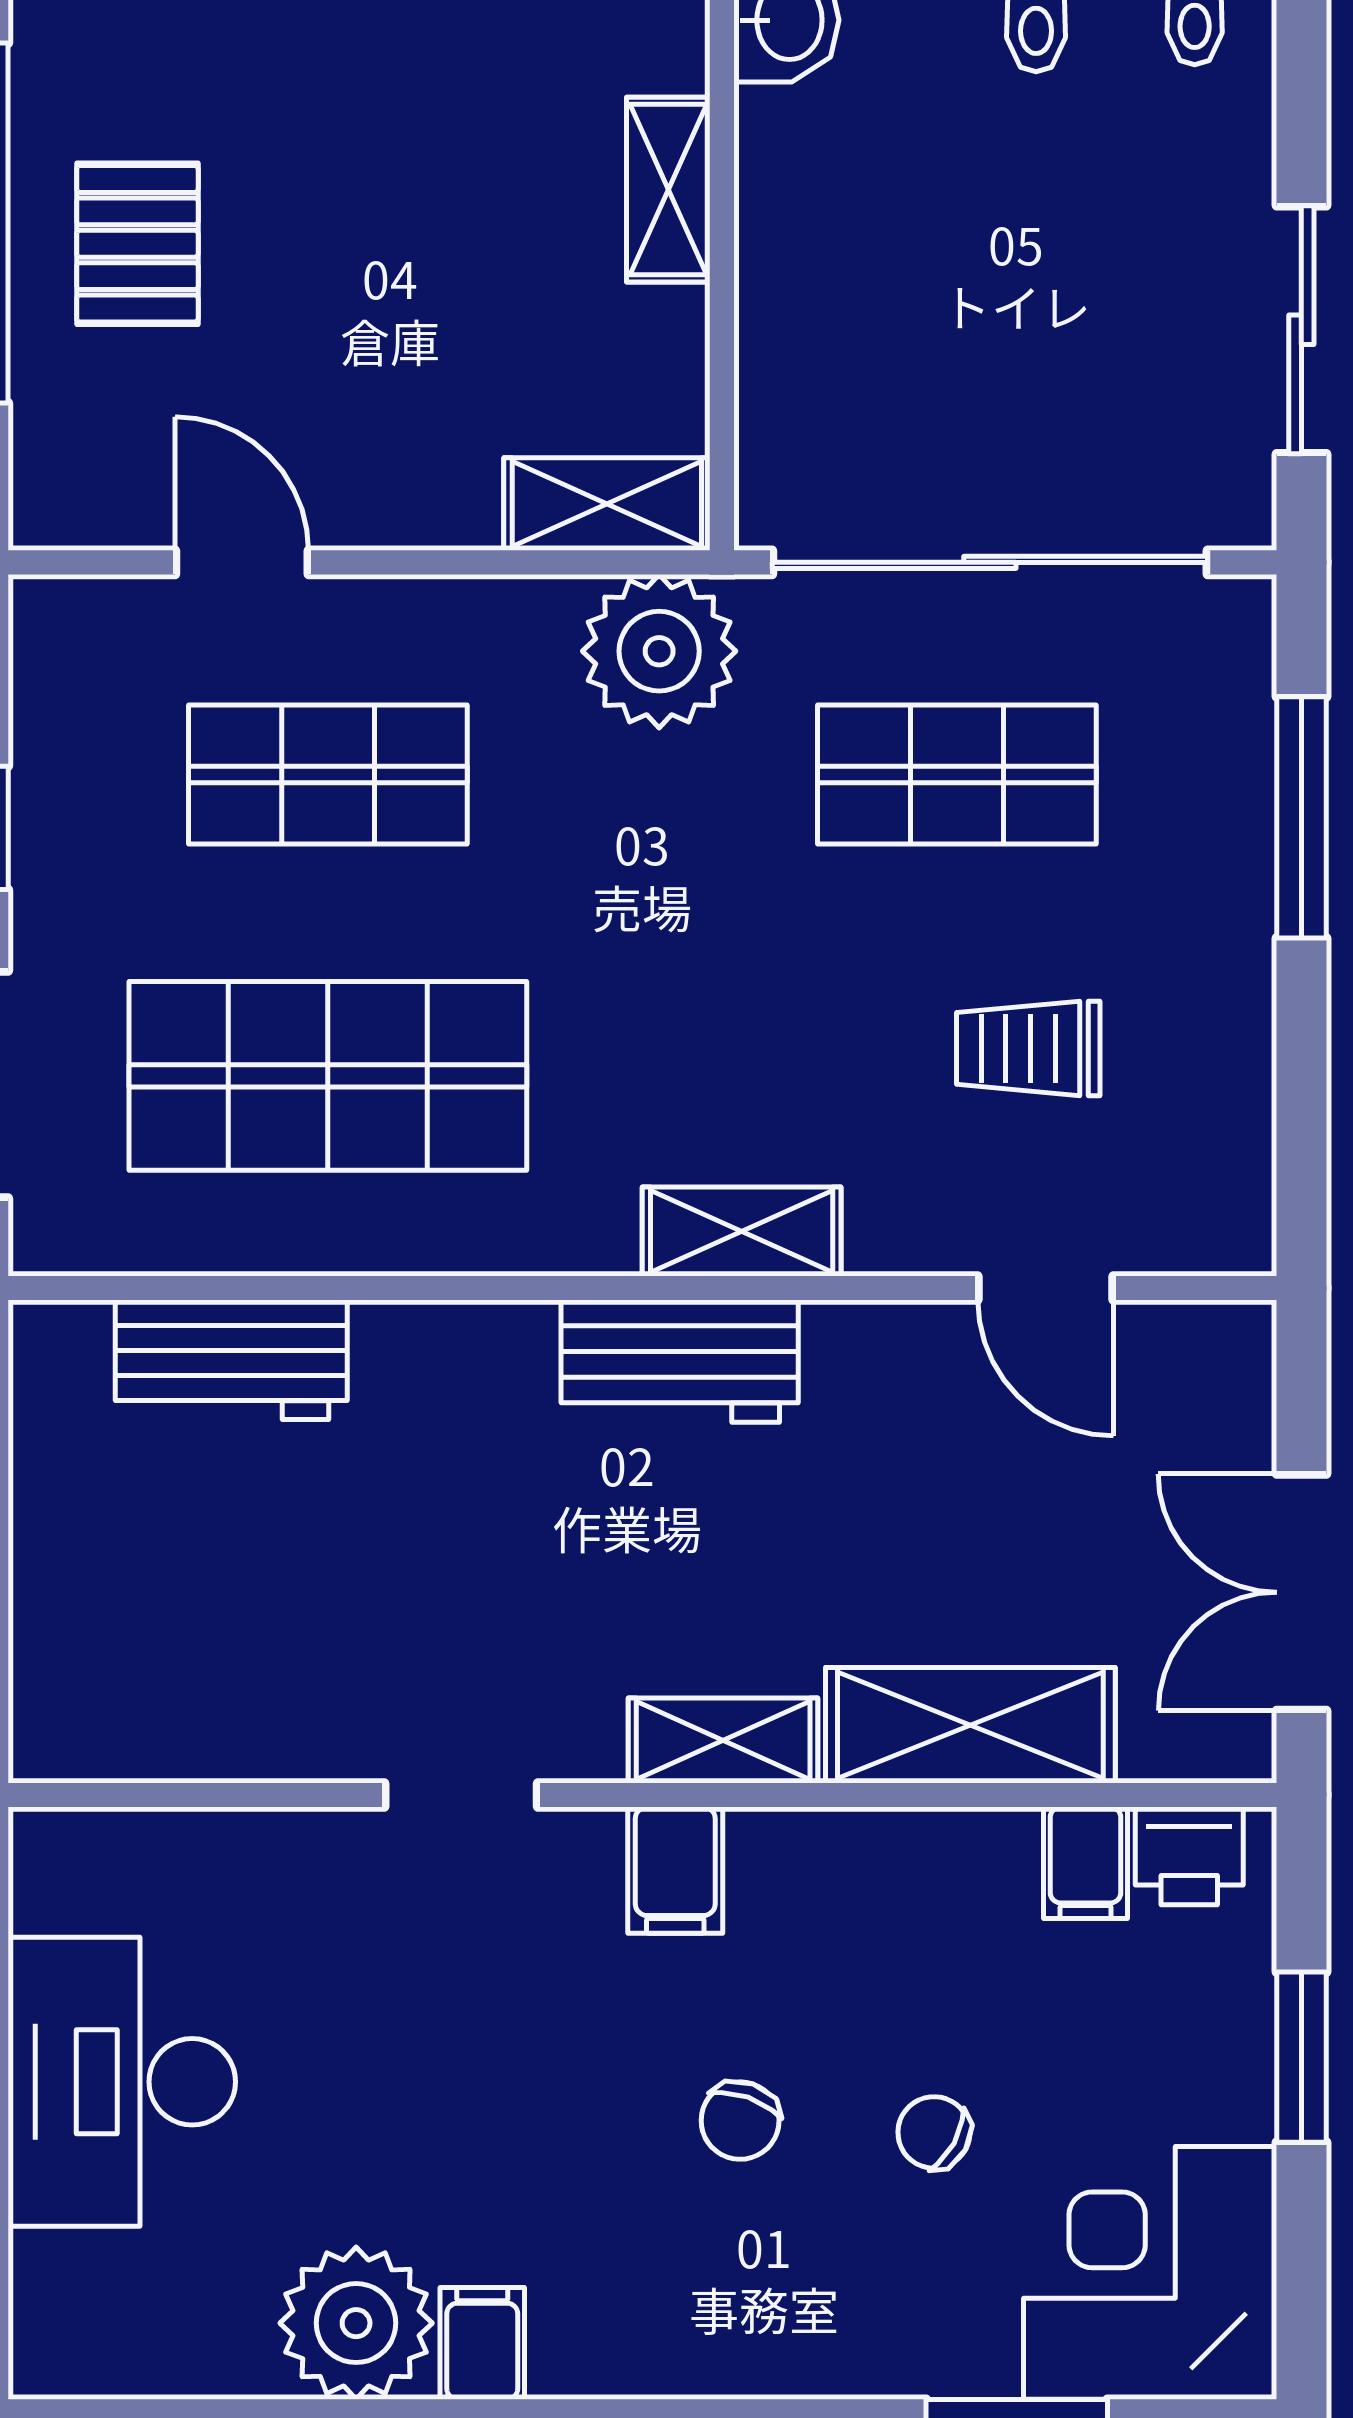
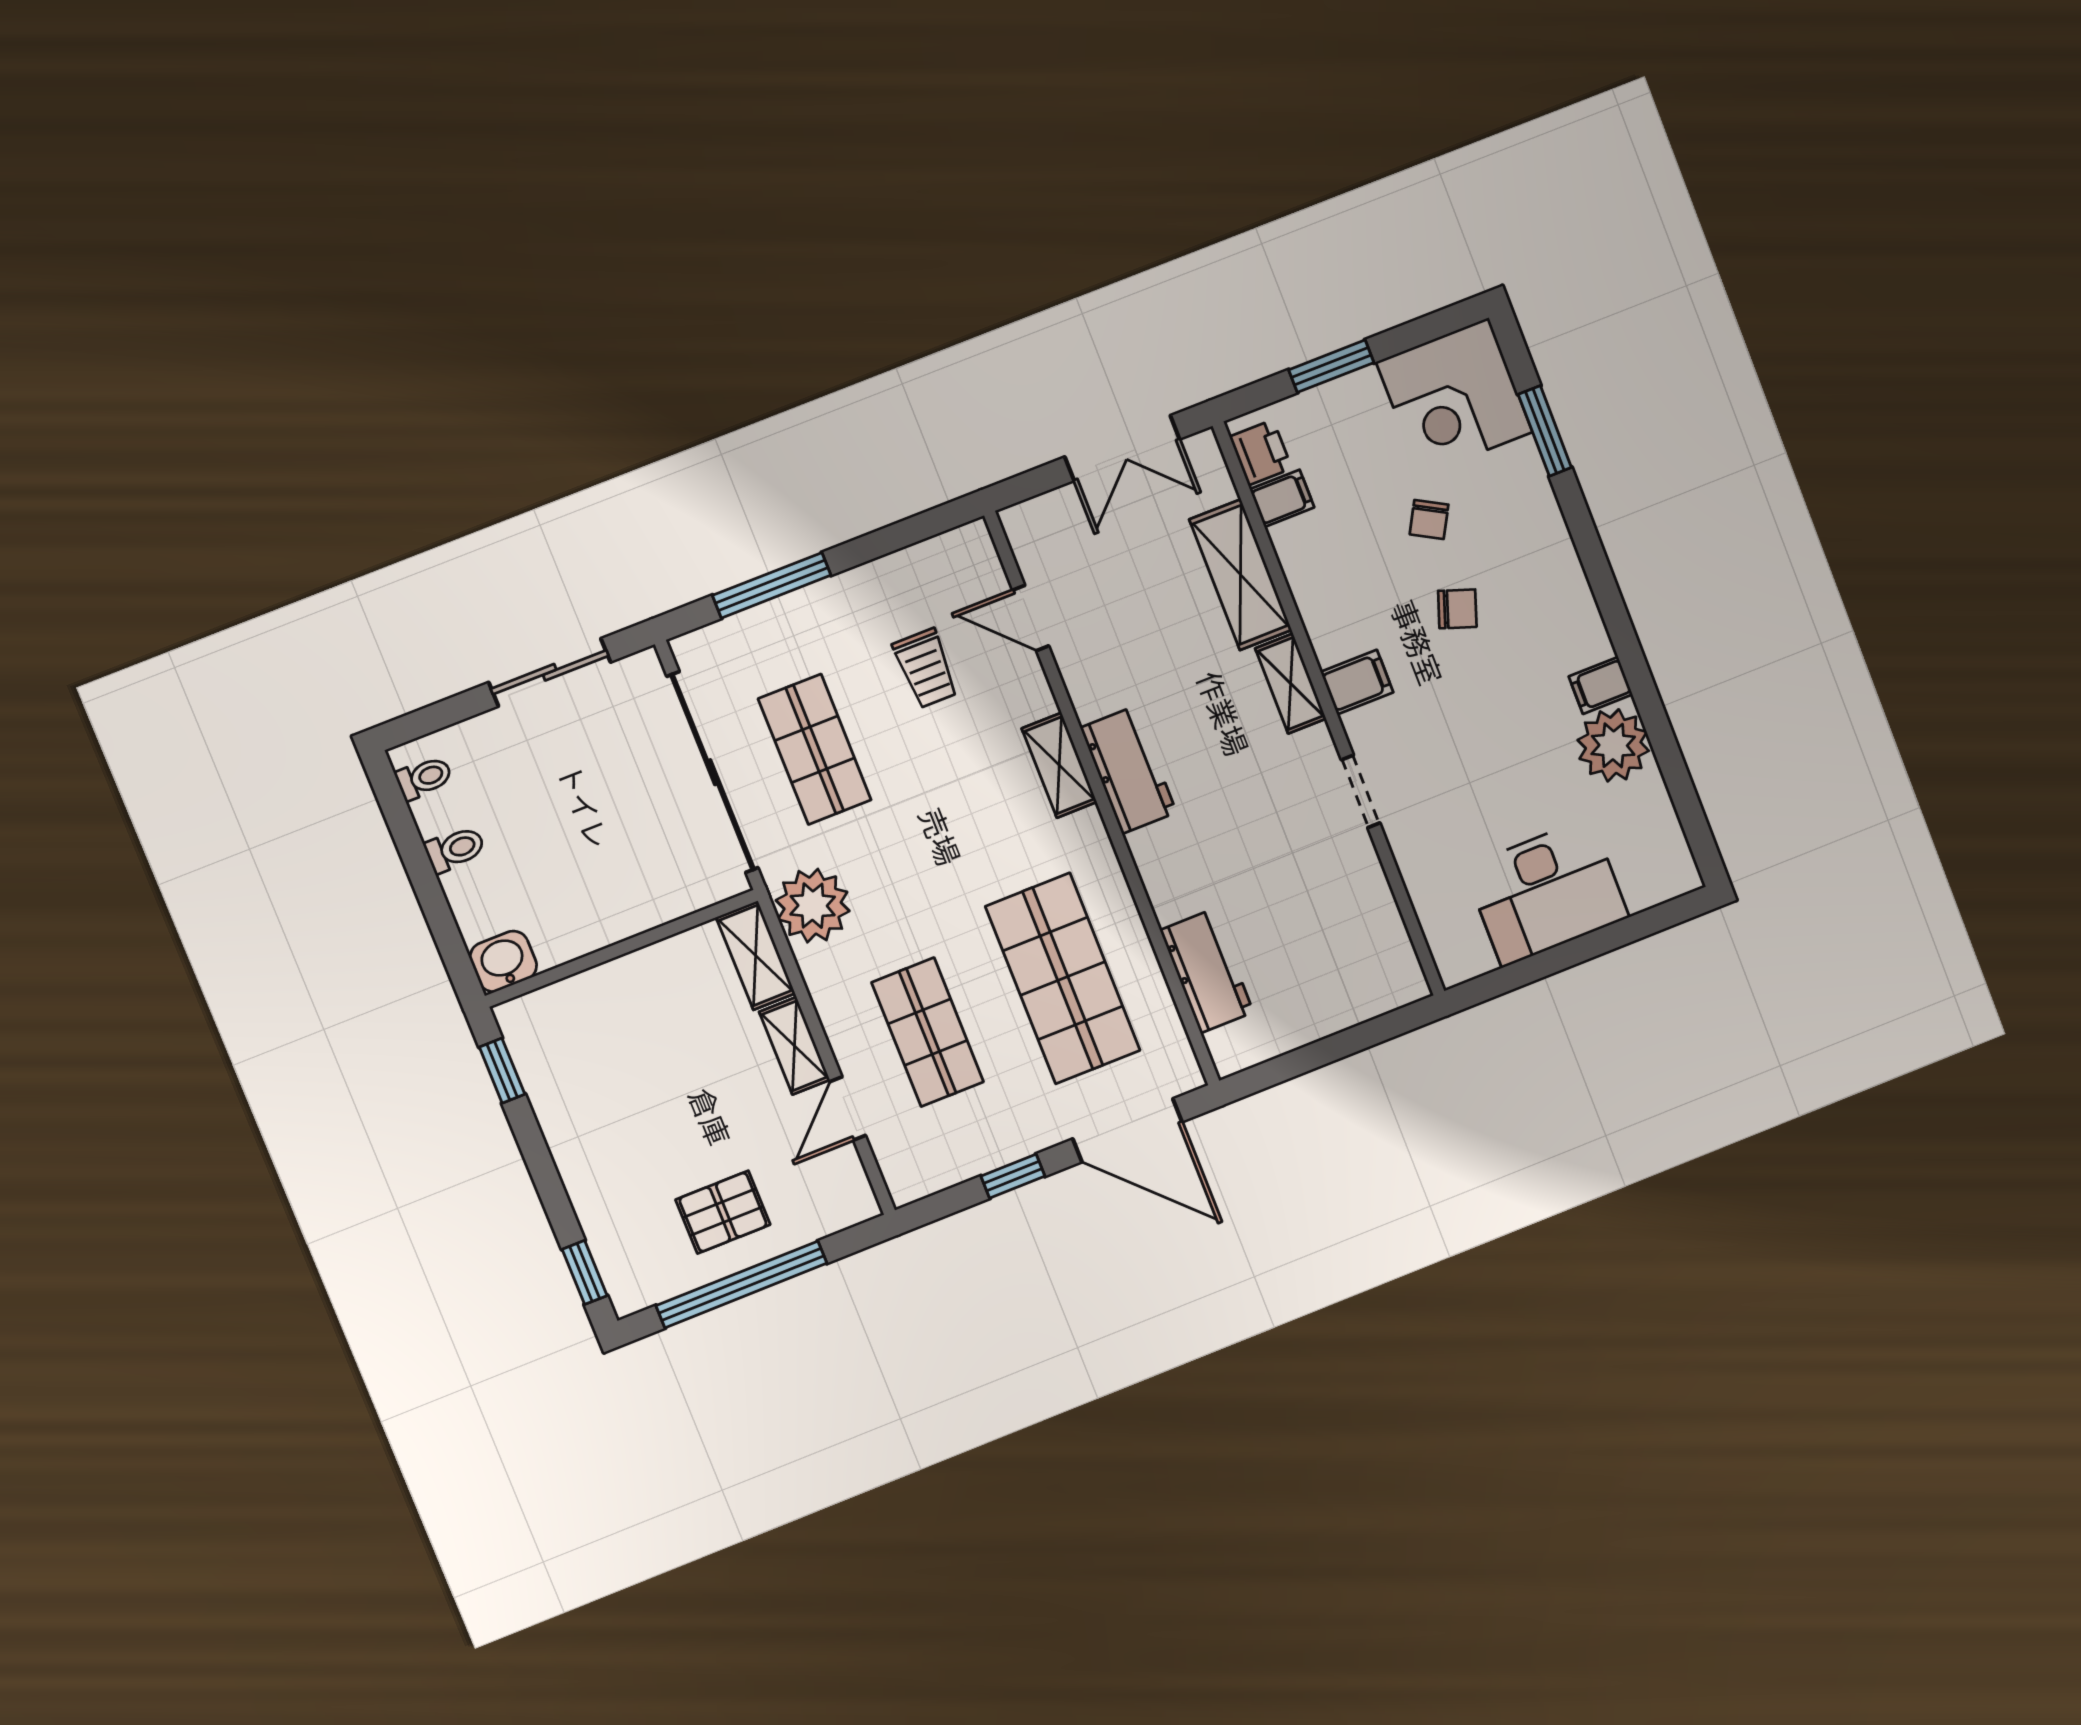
shelving: (668, 190) -> (795, 1046), moved, turned 90
door: (1046, 1288) -> (1031, 618), swing flipped

